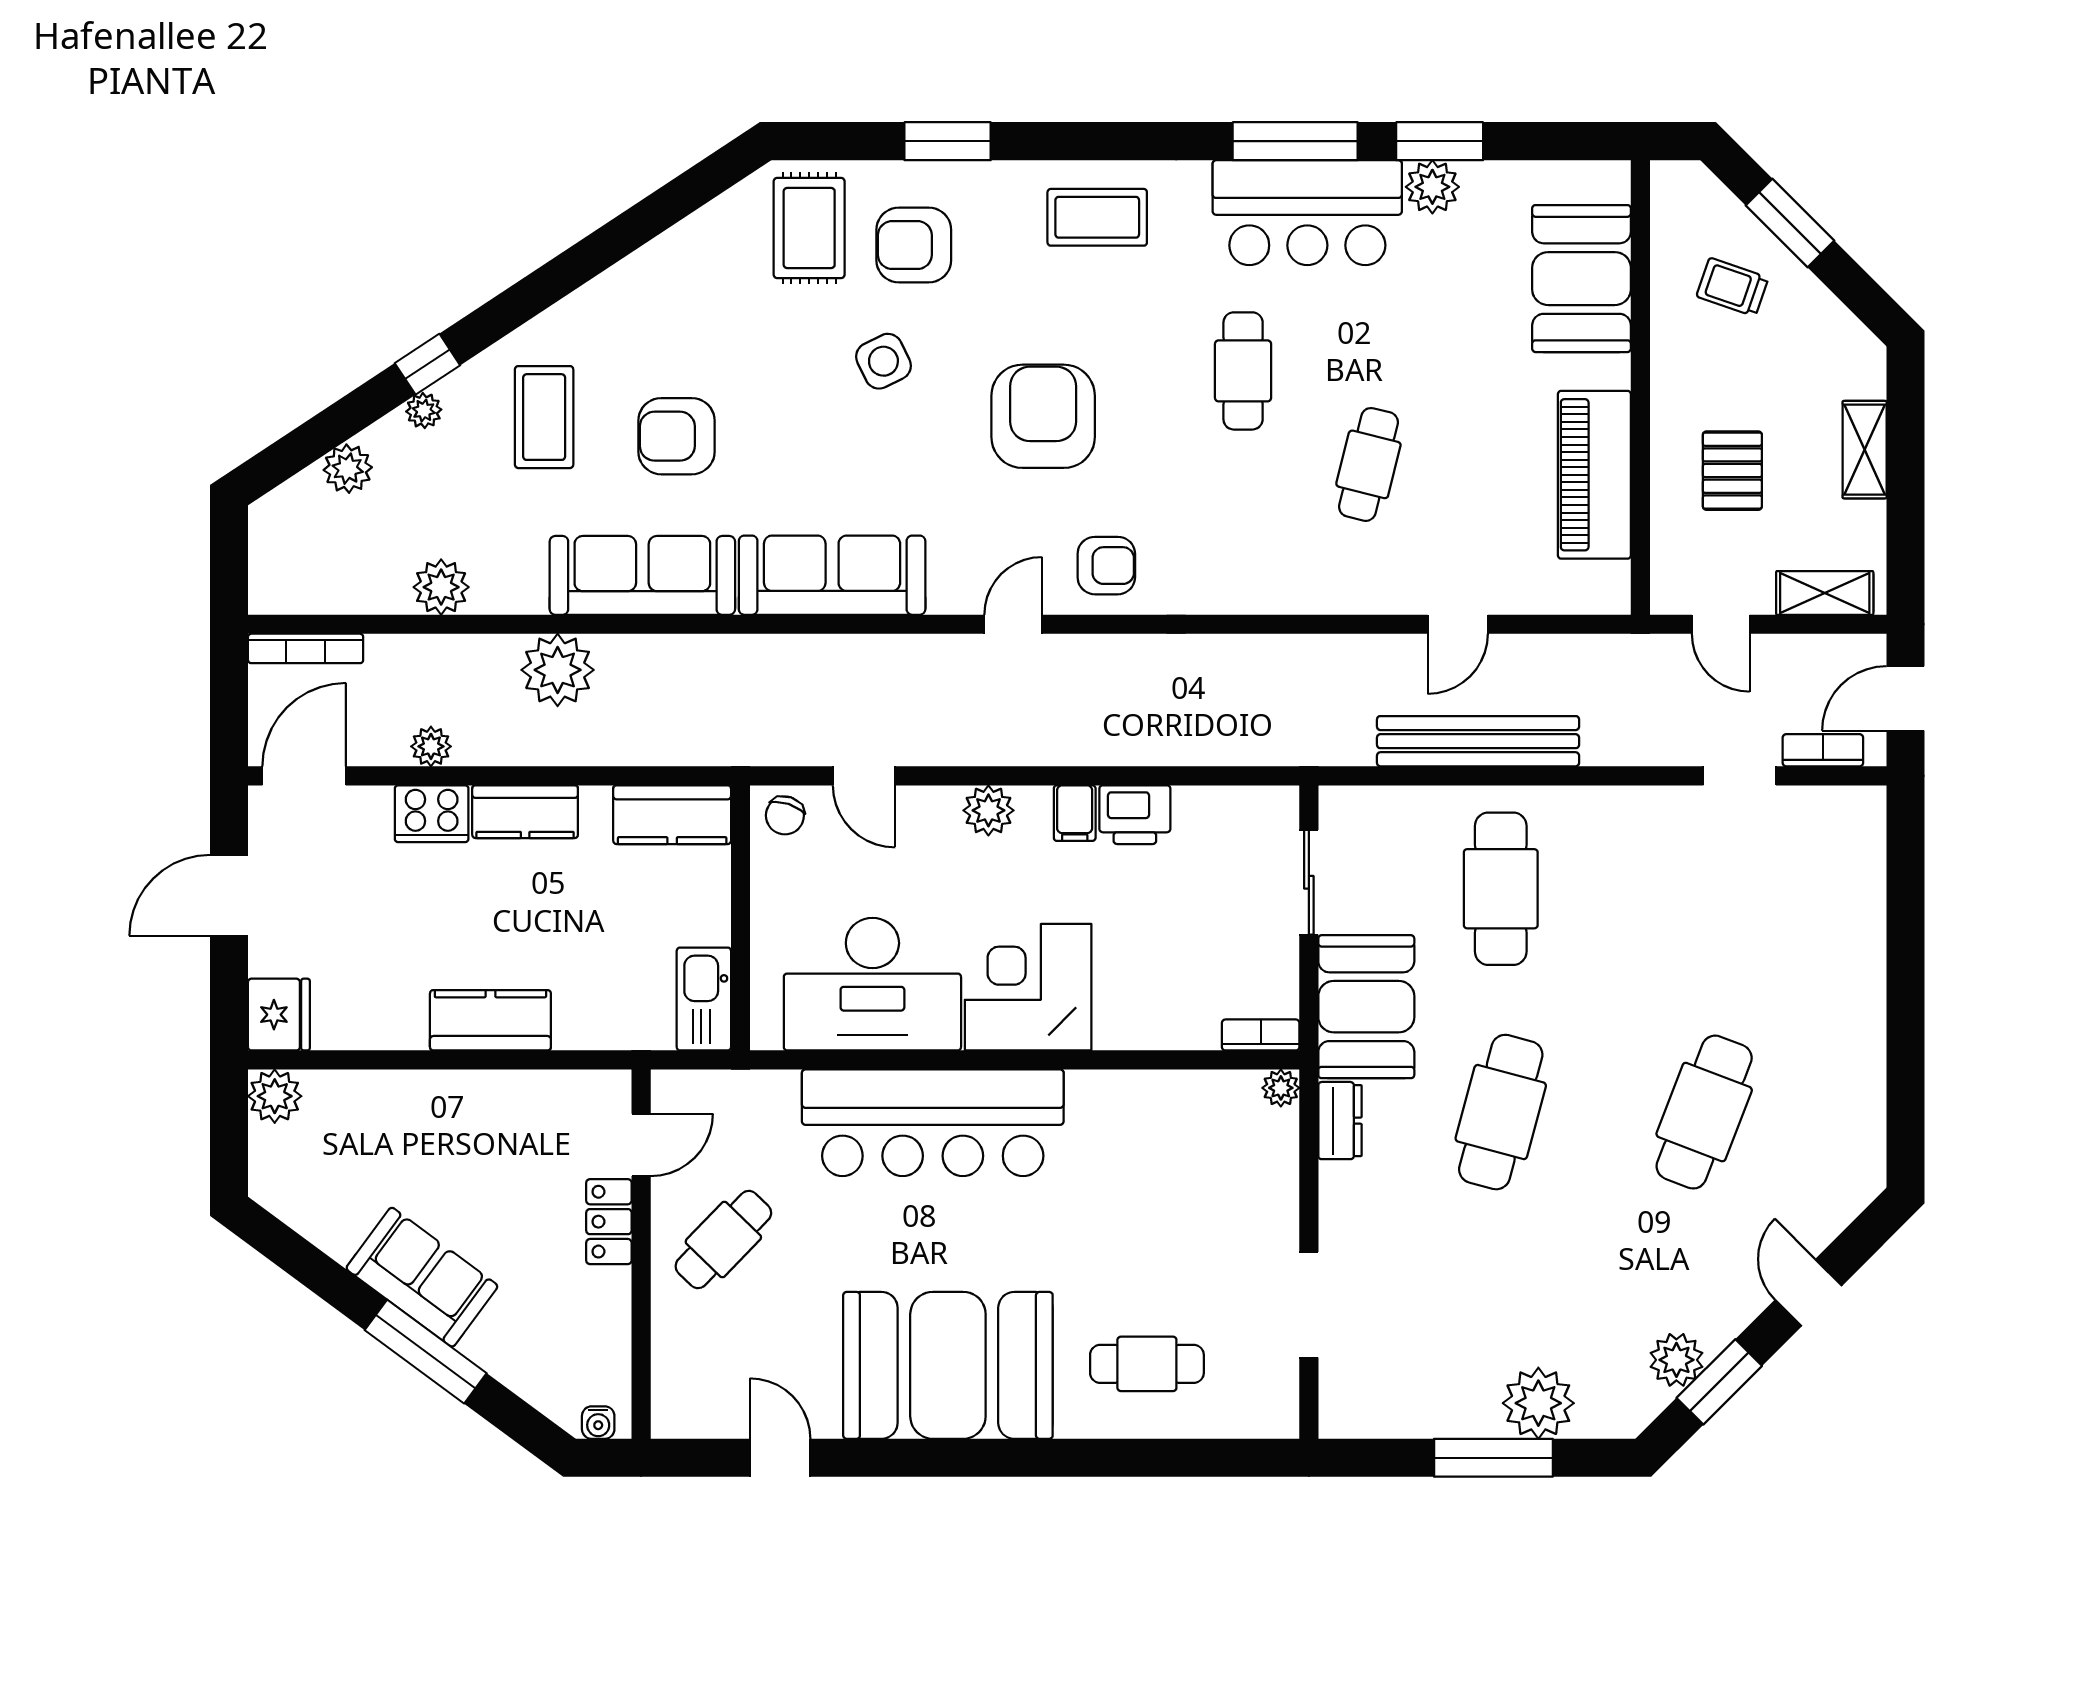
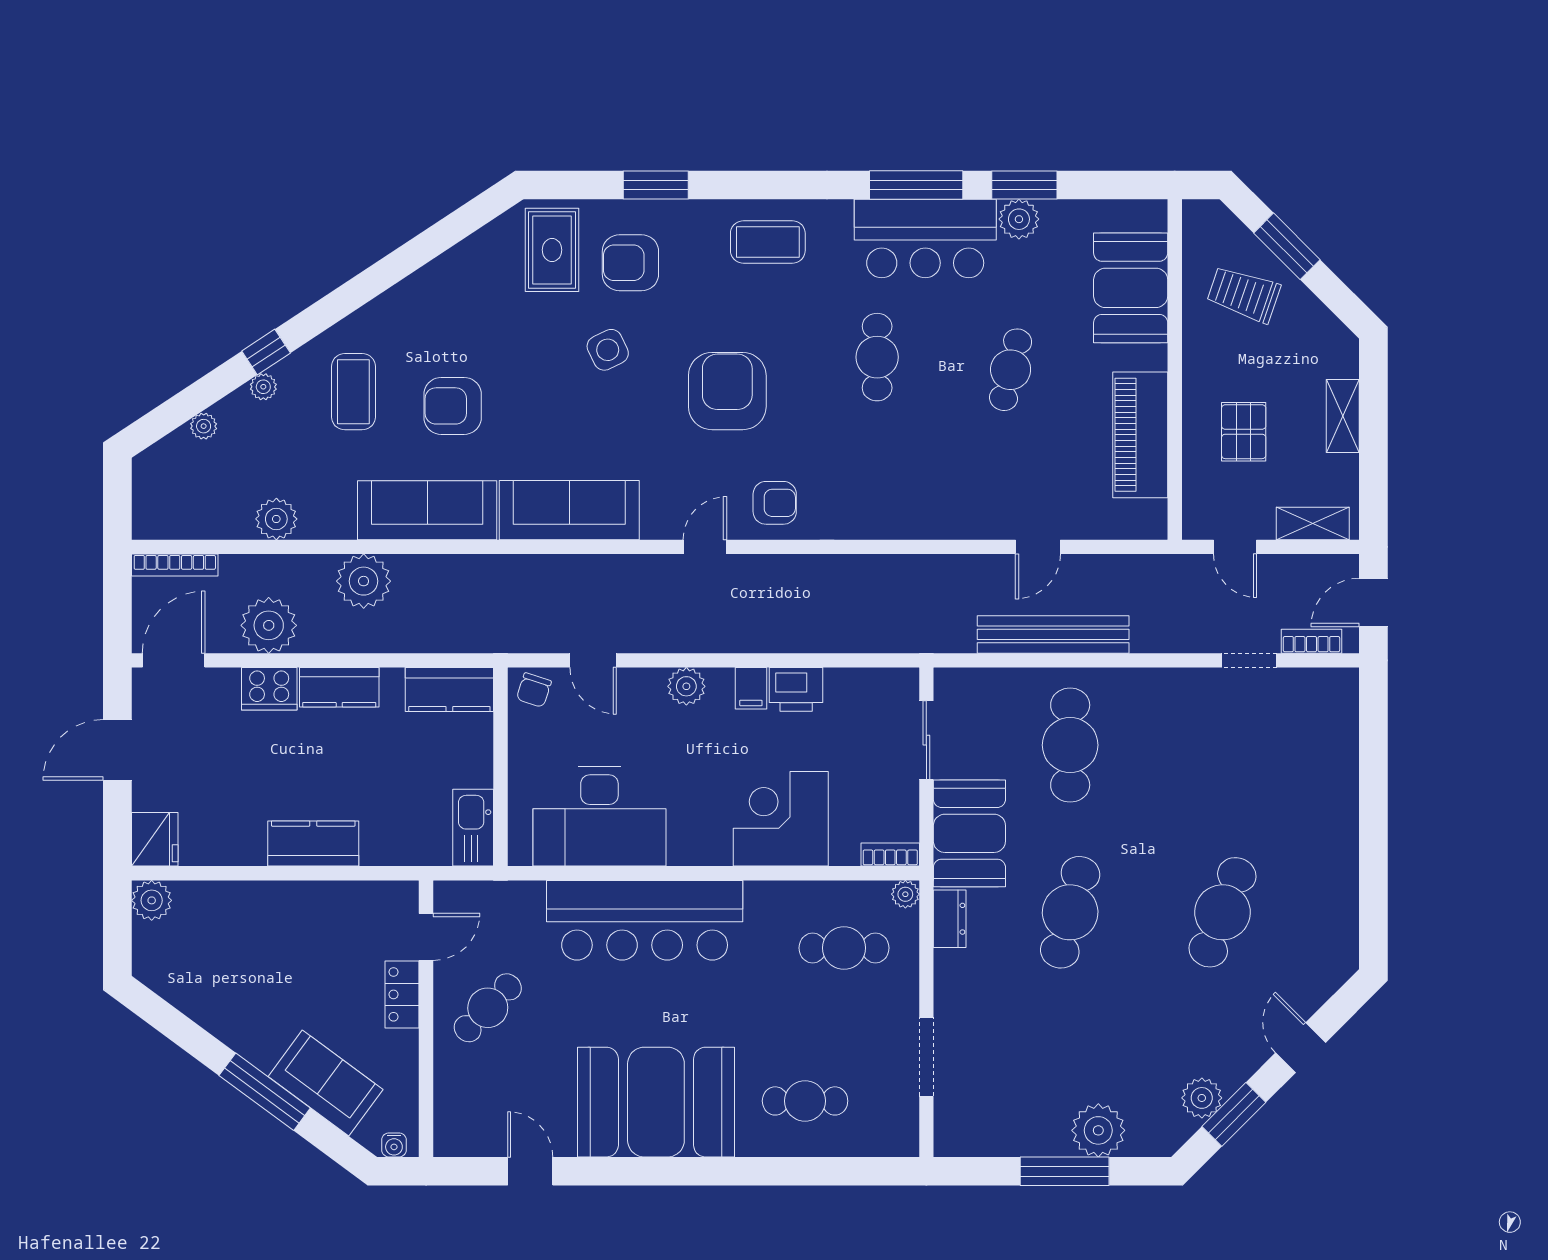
trolley: (1732, 287) -> (1244, 294), width x1.36, depth x1.39
cafe table: (1368, 464) -> (1011, 370), moved
plant: (348, 469) -> (204, 426), width x0.73, depth x0.73
plant: (431, 746) -> (269, 625), width x1.88, depth x1.88
corner desk: (1028, 987) -> (781, 819), moved
cafe table: (1199, 1160) -> (844, 948), added
sofa: (422, 1277) -> (326, 1083), moved

